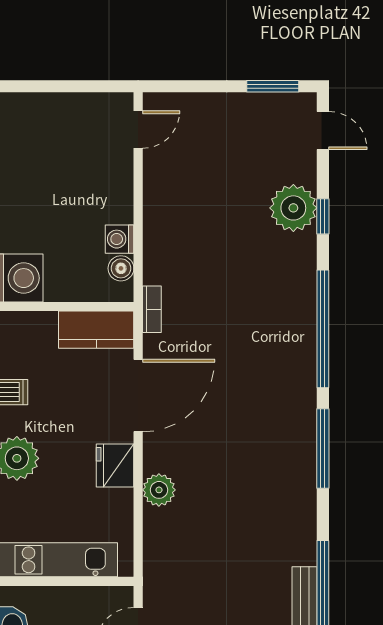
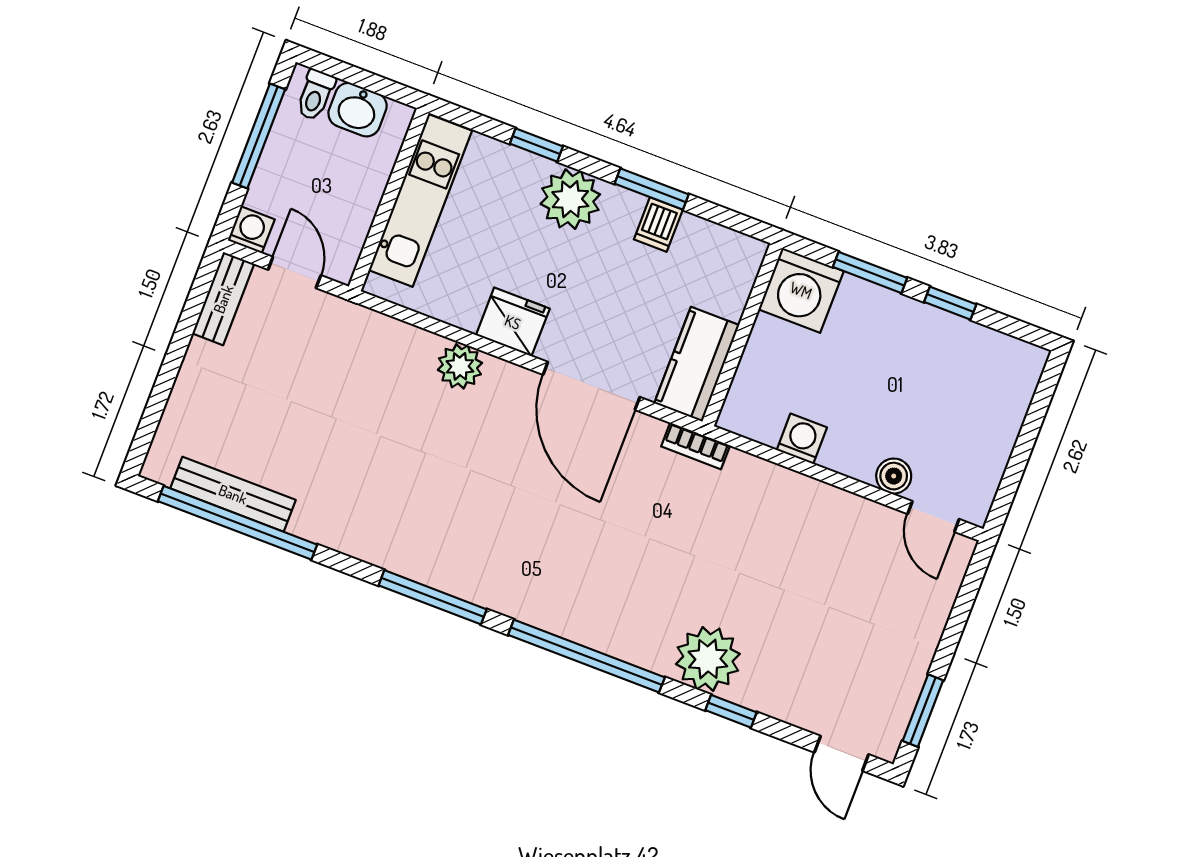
door: (323, 130) -> (841, 753), hinge flipped
plant: (293, 208) -> (708, 659), moved
boiler: (121, 268) -> (894, 476), moved

